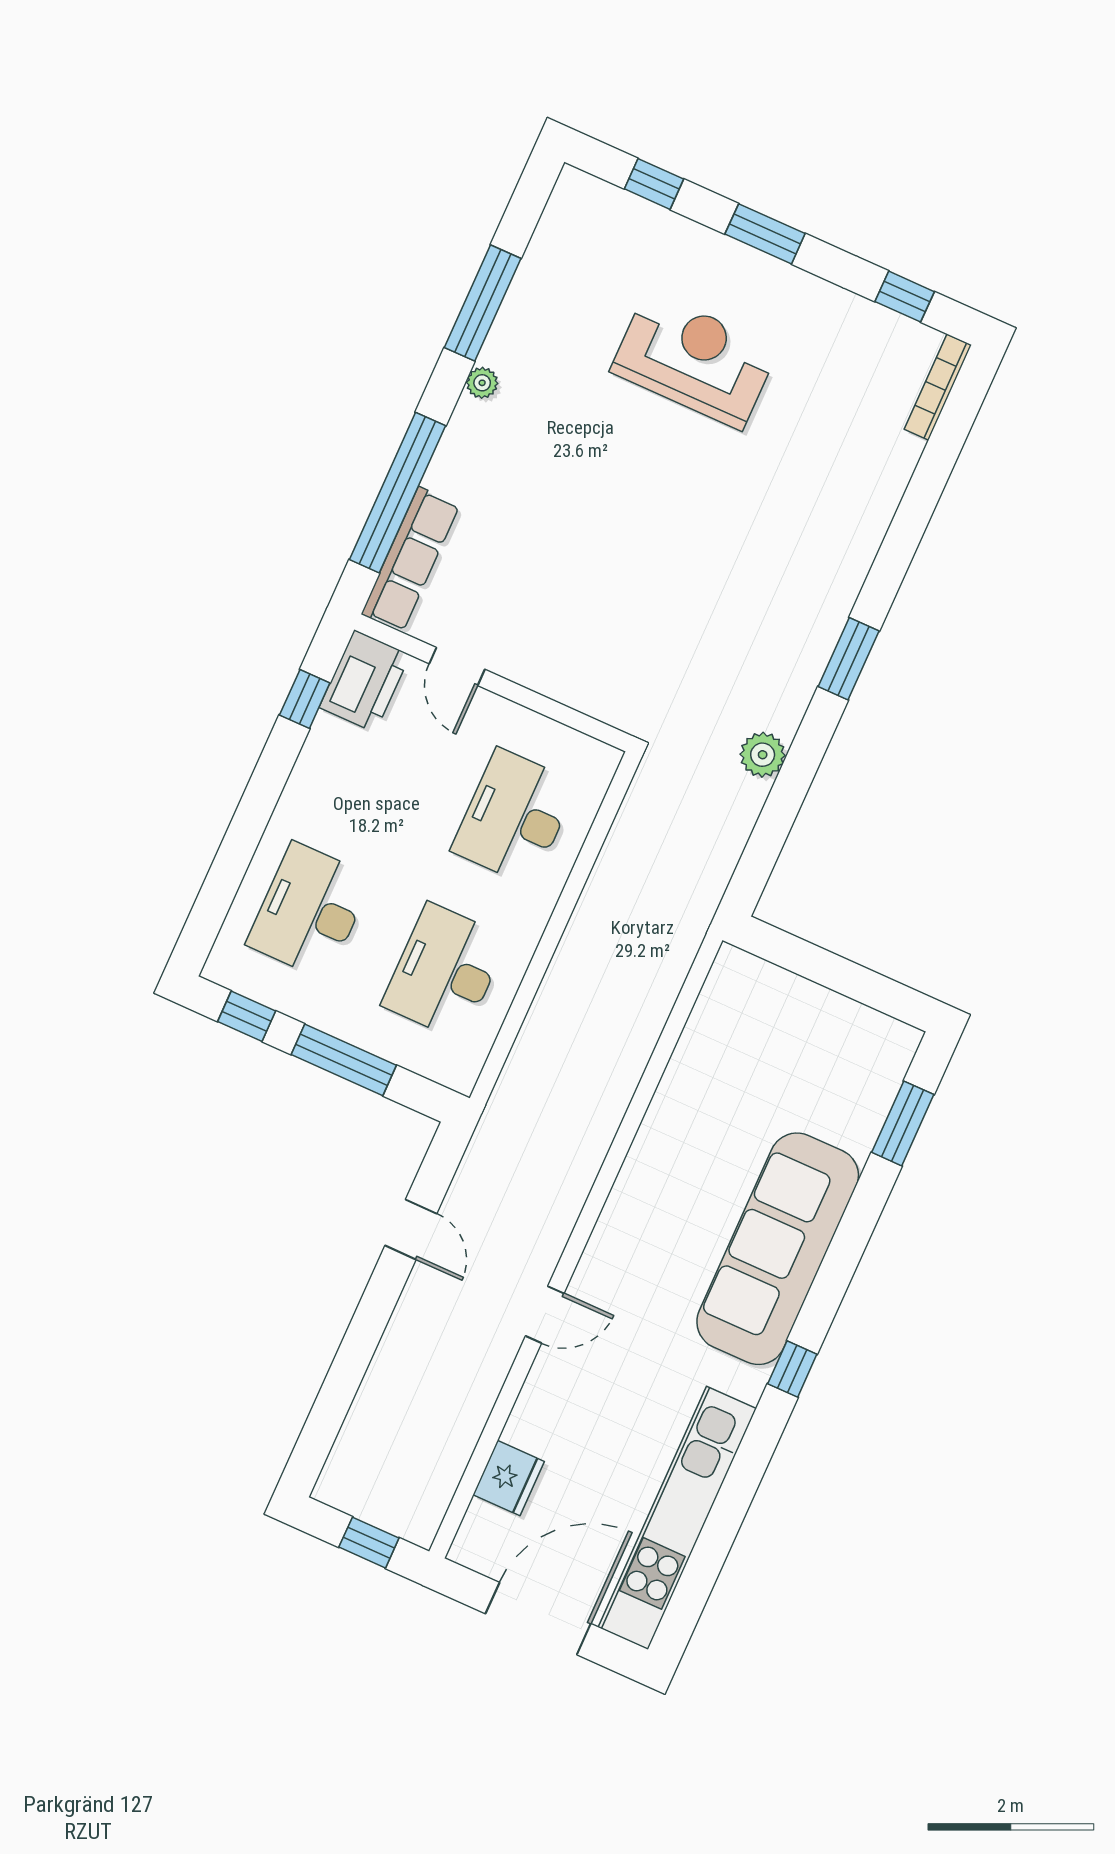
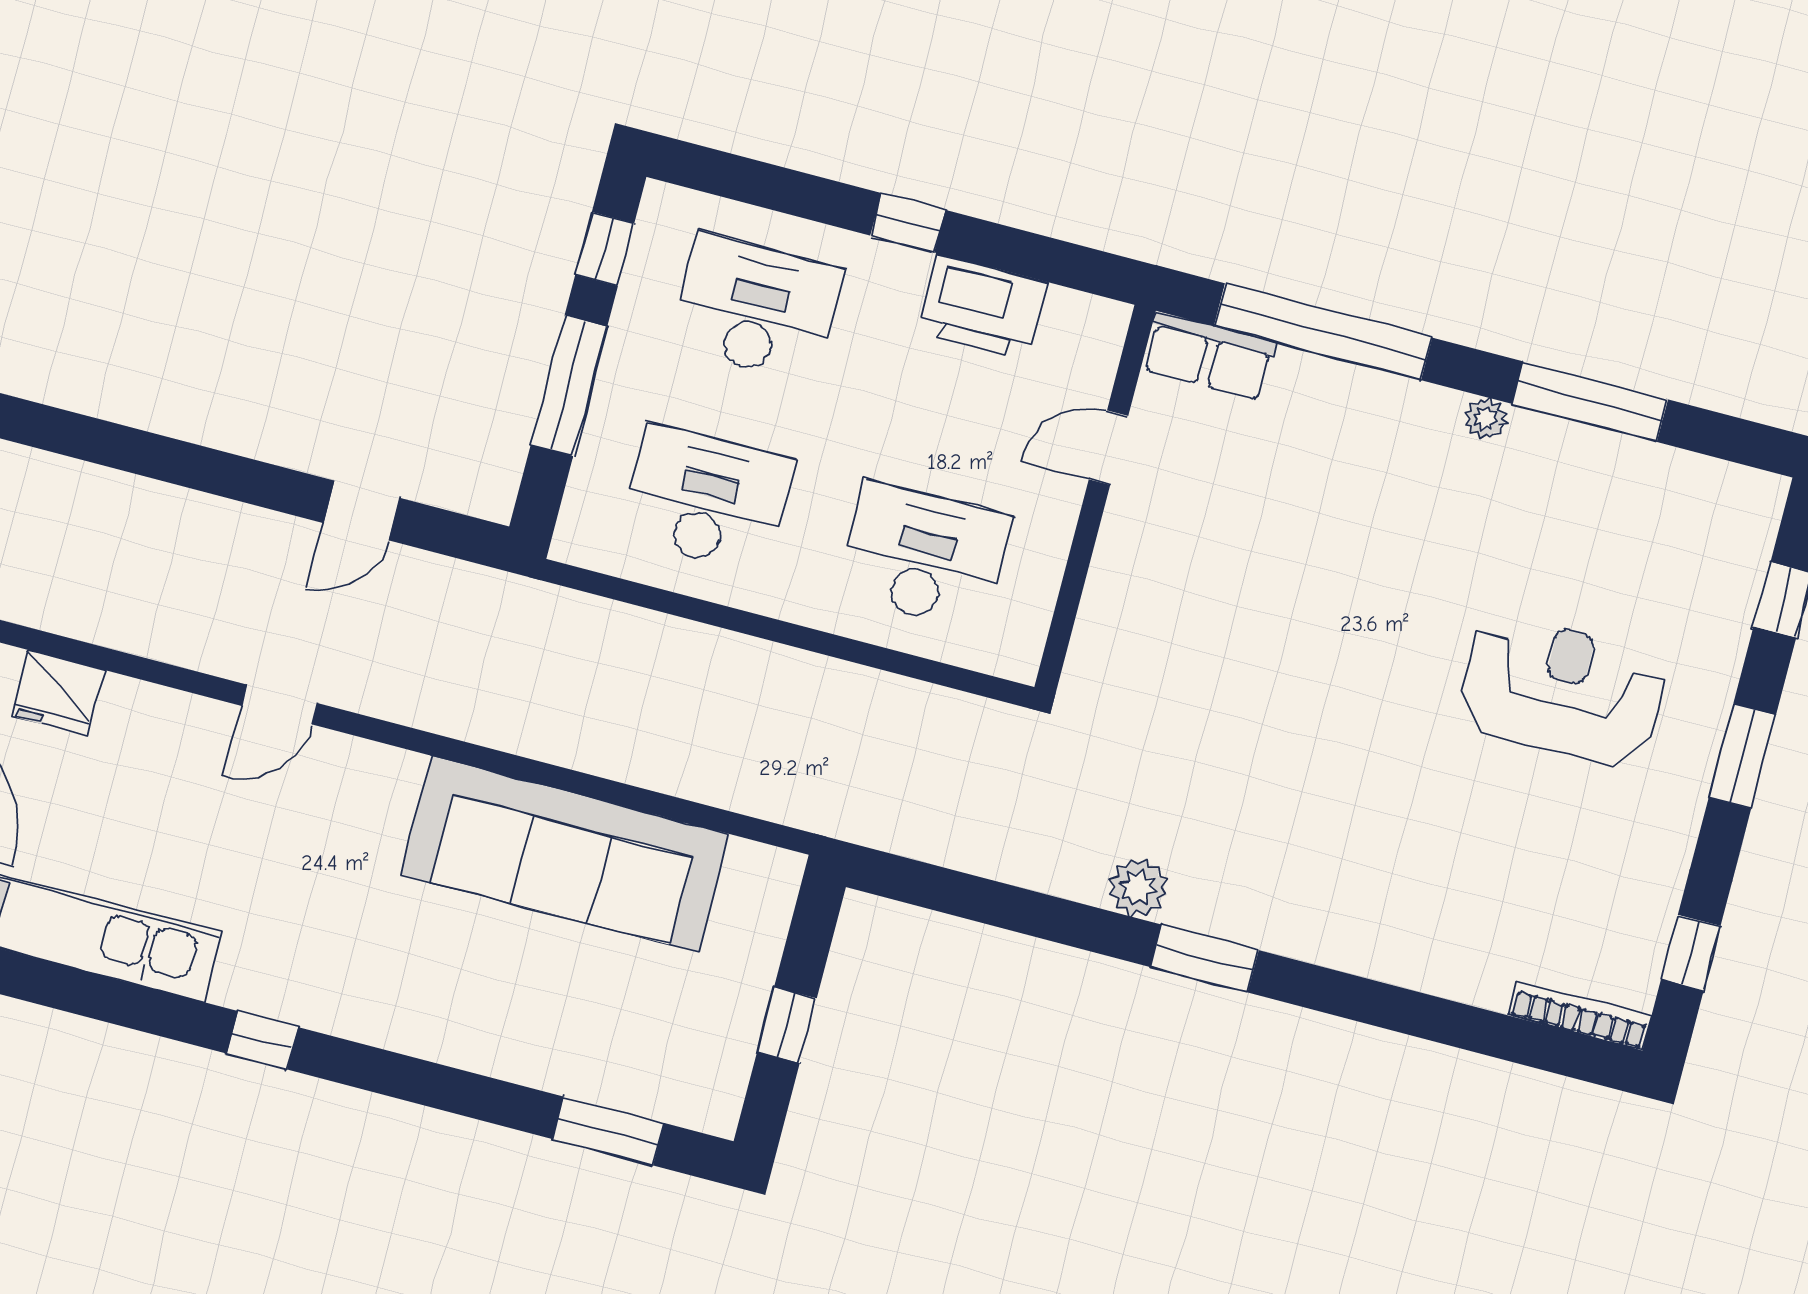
reception desk: (694, 360) -> (1562, 691), turned -90
row of seats: (411, 559) -> (1209, 356), width x0.68
printer: (365, 681) -> (982, 307), moved
window: (305, 699) -> (908, 223), moved
plant: (763, 755) -> (1138, 887), moved
window: (846, 977) -> (787, 1025), added
sofa: (778, 1249) -> (565, 854), moved, turned 180
door: (545, 1315) -> (279, 704), hinge flipped

